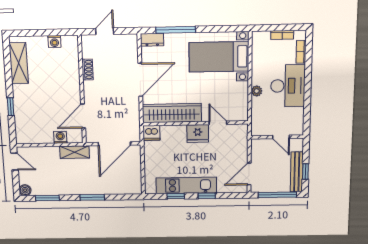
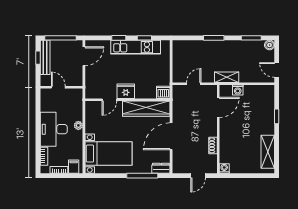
filing cabinet: (263, 39) -> (74, 167), added
washing machine: (54, 41) -> (224, 168), moved
door: (218, 123) -> (109, 100), hinge flipped
door: (114, 144) -> (194, 84), width x0.53

